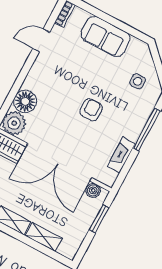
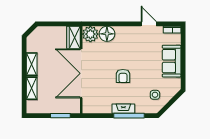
armchair: (91, 110) -> (123, 76), turned 90
fireplace: (121, 155) -> (123, 109), moved
boiler: (93, 190) -> (75, 103), removed

